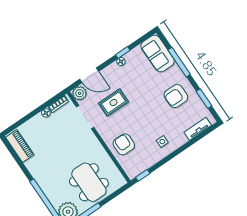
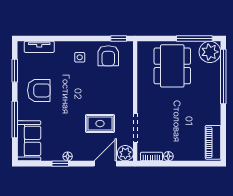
door: (89, 75) -> (105, 164), hinge flipped
armchair: (124, 144) -> (108, 56), moved

